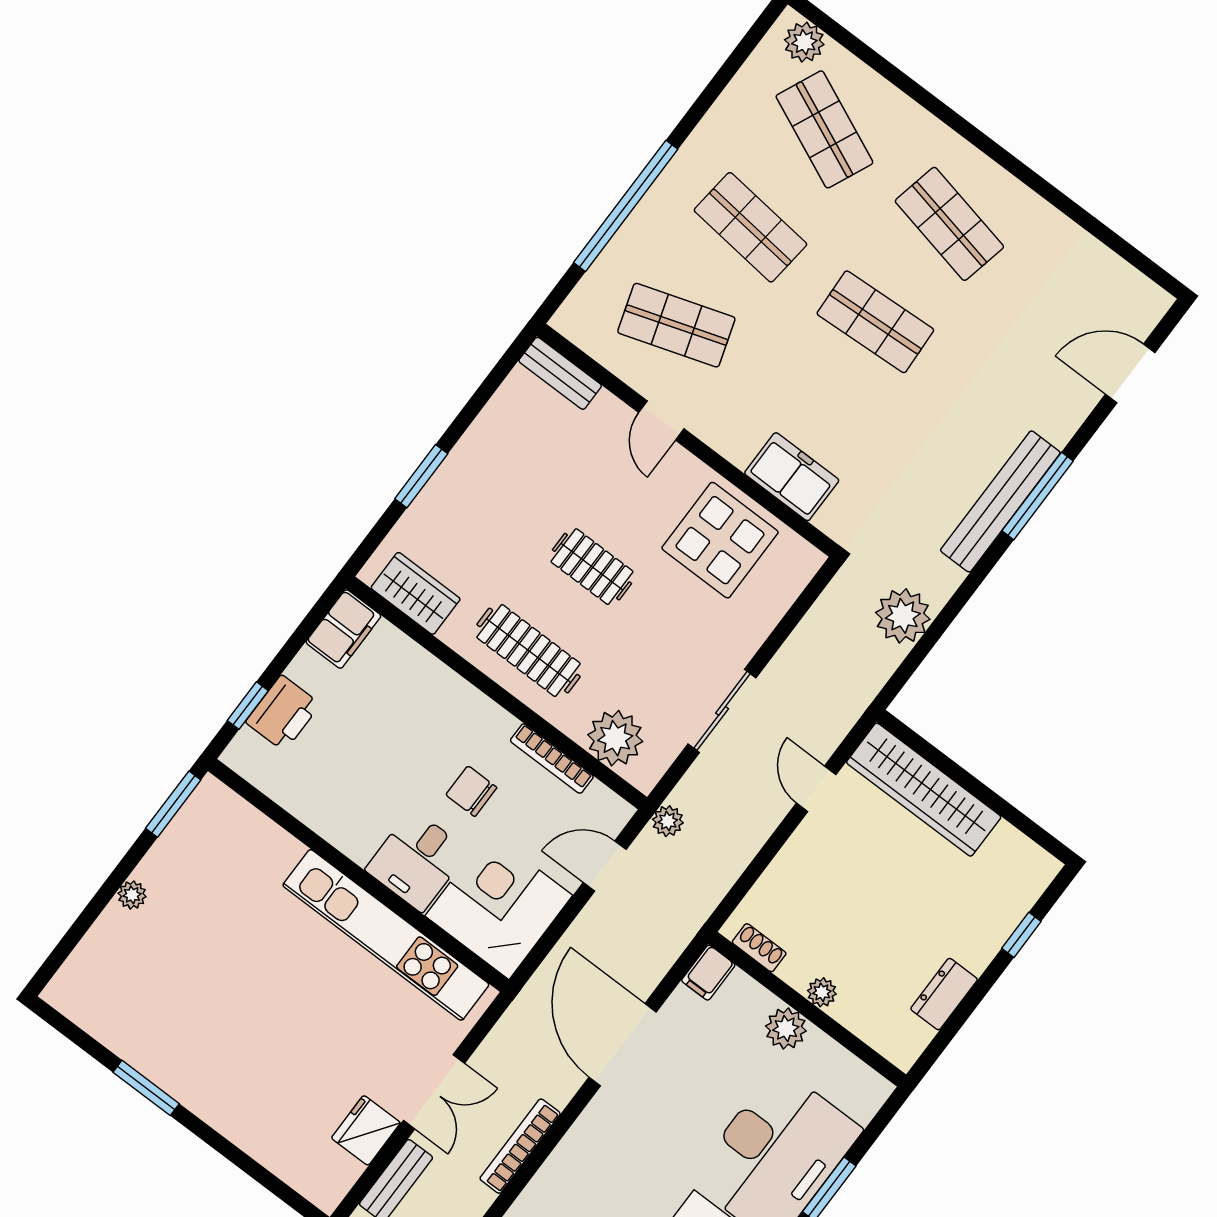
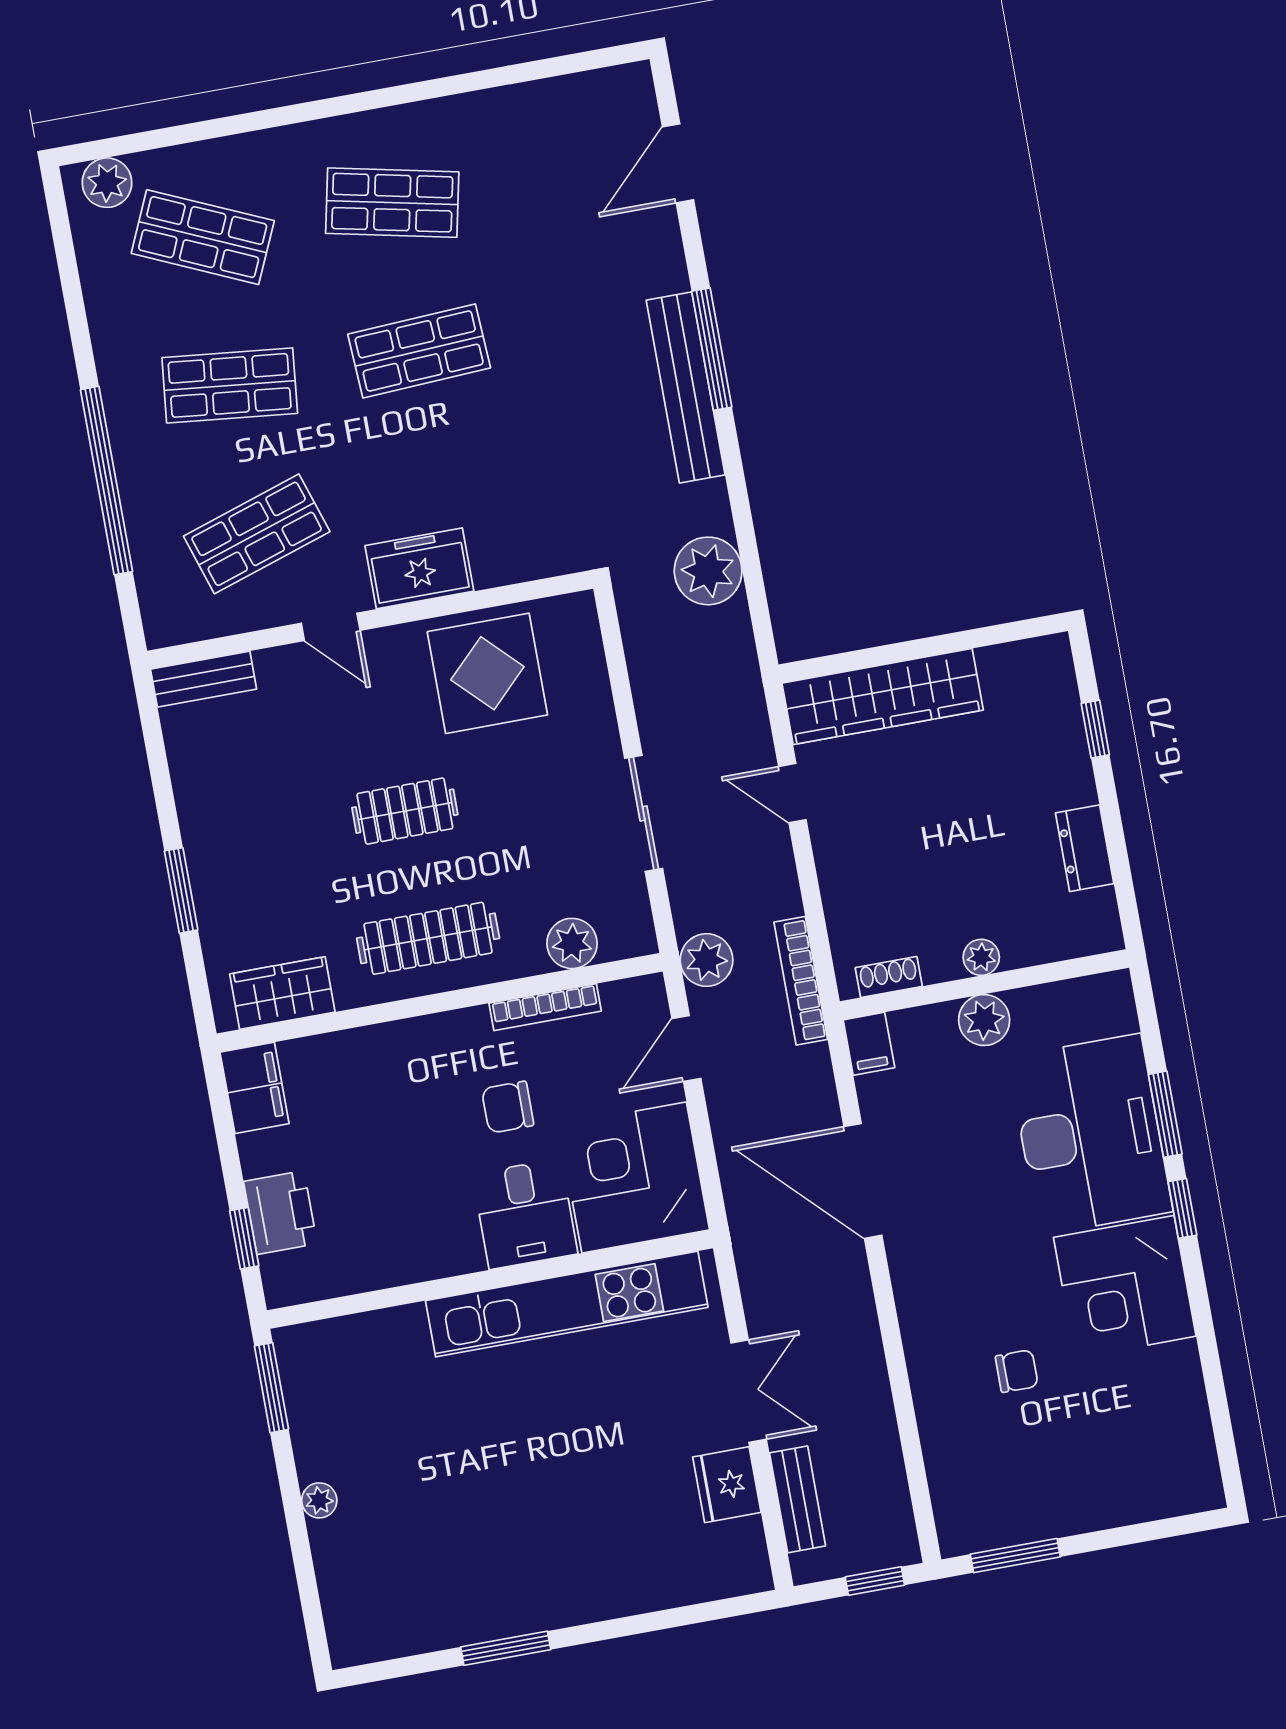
freezer: (792, 477) -> (419, 568), moved
plant: (615, 738) -> (572, 943), width x0.73, depth x0.73
plant: (668, 821) -> (707, 960), width x1.38, depth x1.38
bookcase: (520, 1146) -> (801, 981), moved

